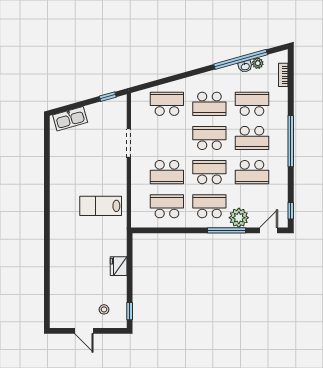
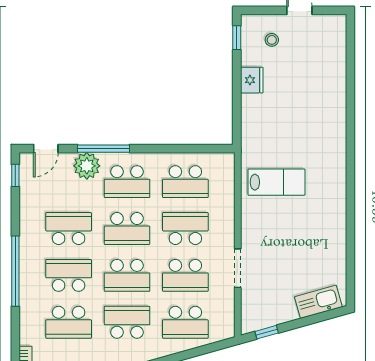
school desk: (167, 138) -> (185, 275), added
fridge: (119, 266) -> (252, 80), moved

